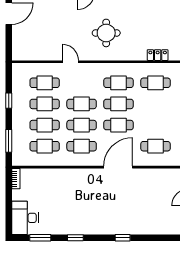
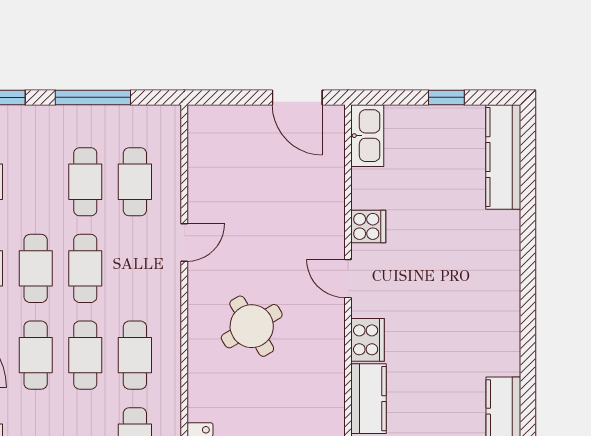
round table: (106, 33) -> (252, 326), turned -31
window: (9, 101) -> (93, 97), width x2.17
cafe table: (45, 125) -> (36, 182), removed

